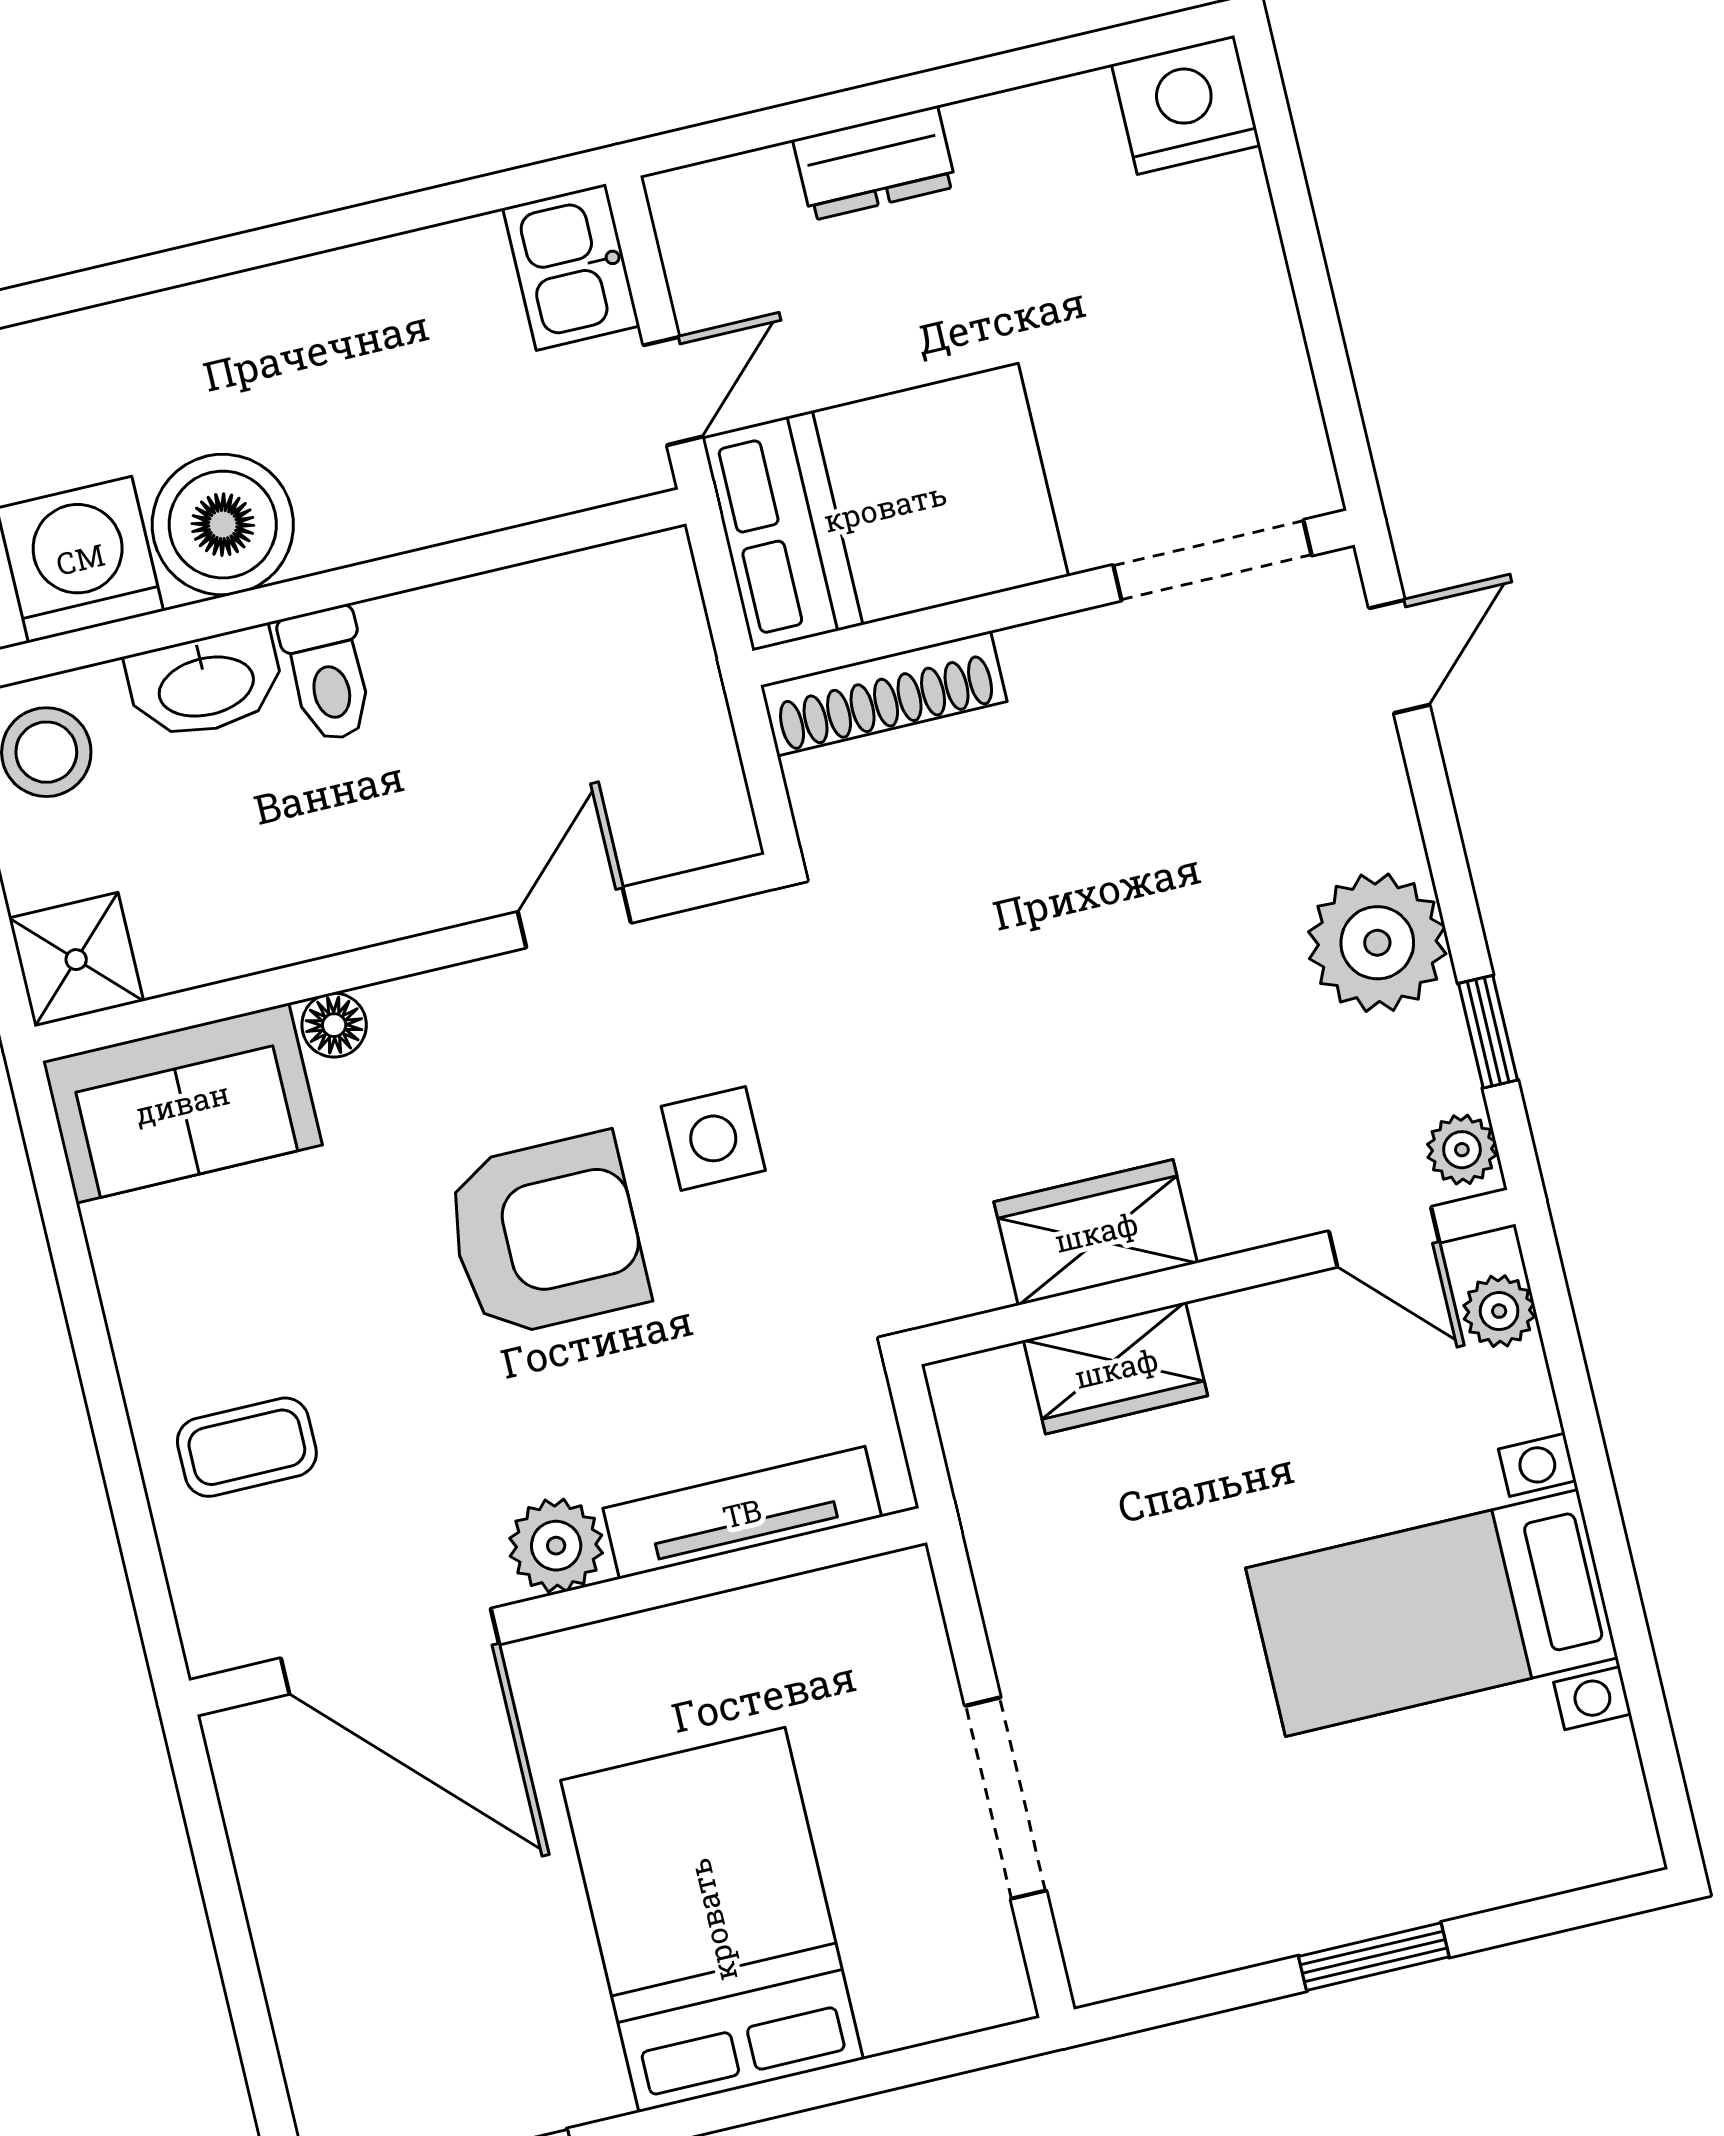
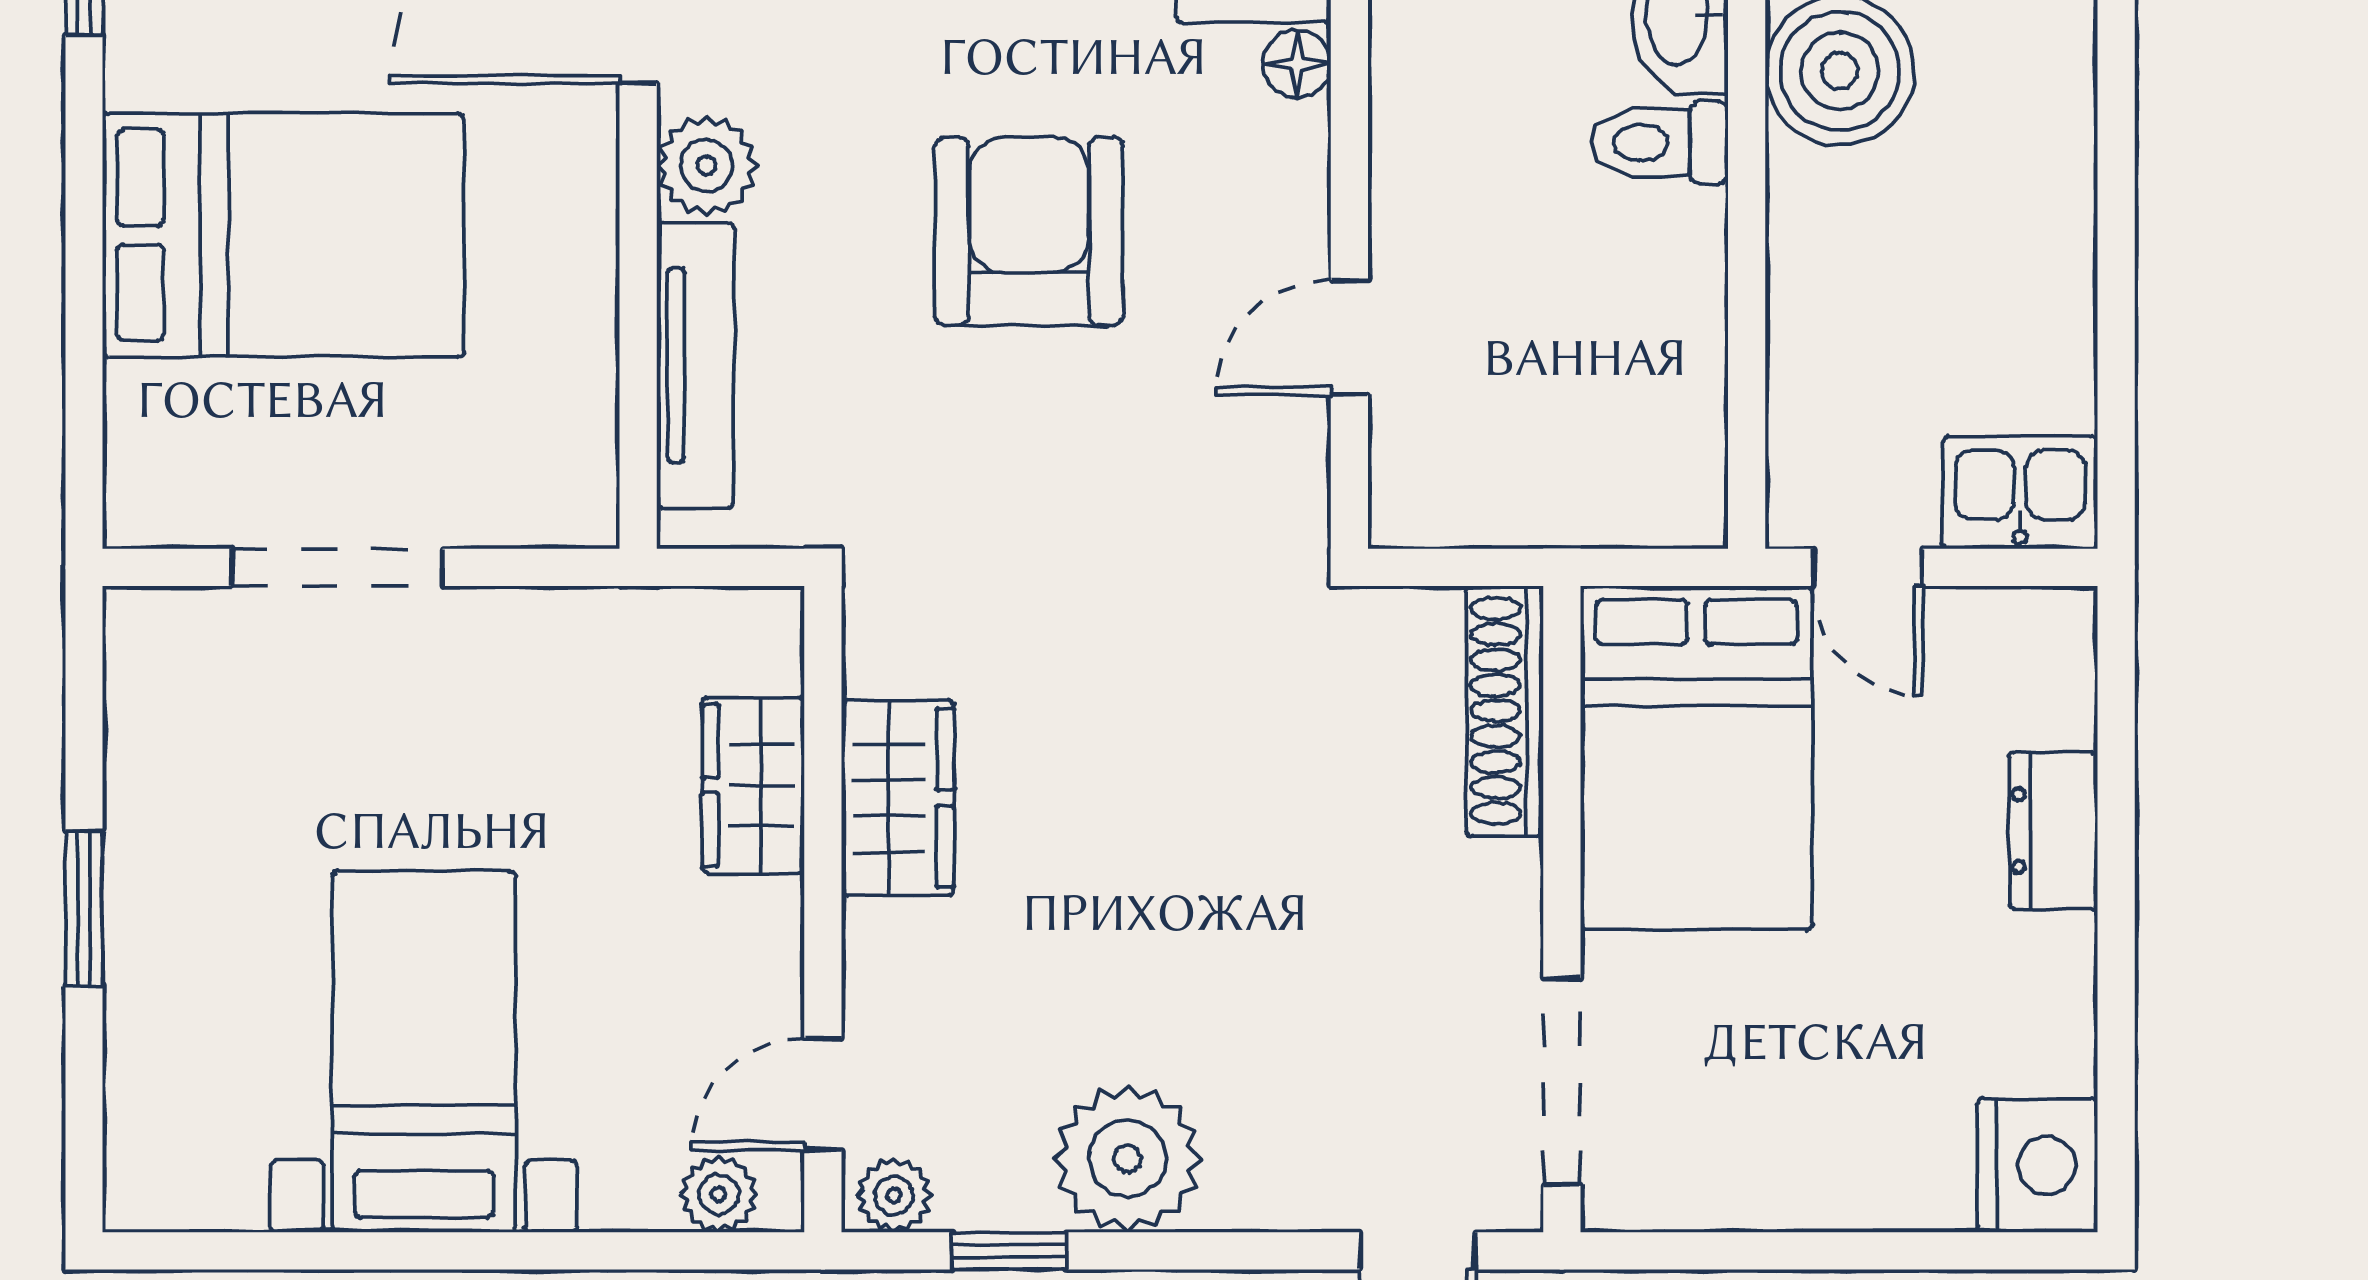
door: (574, 917) -> (1349, 338), swing flipped
side table: (713, 1138) -> (1088, 427), removed
armchair: (546, 1235) -> (1029, 231), turned 180

